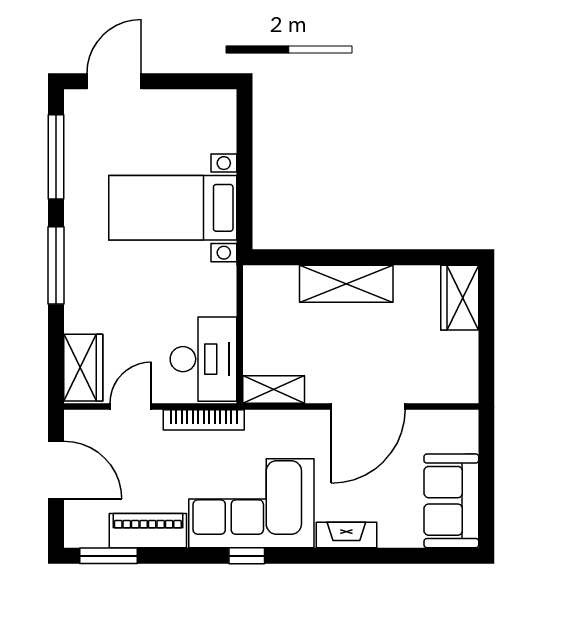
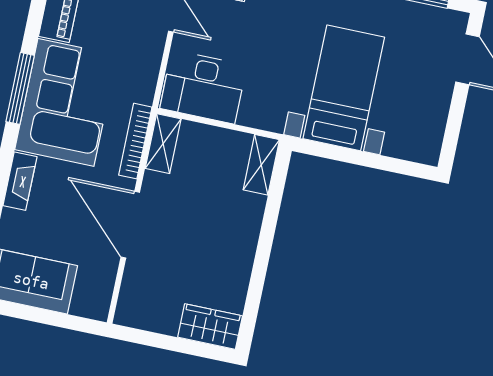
shelving: (346, 284) -> (261, 165), moved, width x0.67, depth x0.75
bookcase: (204, 420) -> (135, 141), moved
window: (247, 556) -> (20, 88), width x2.17

